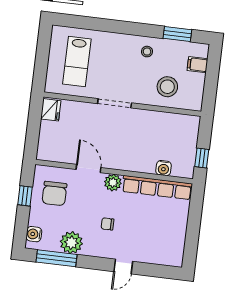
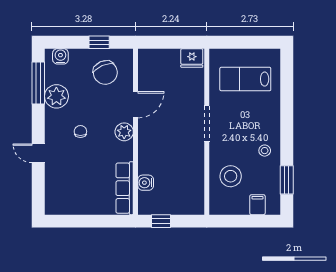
row of seats: (157, 188) -> (125, 188), width x0.73
chair: (54, 194) -> (105, 73), turned -114

